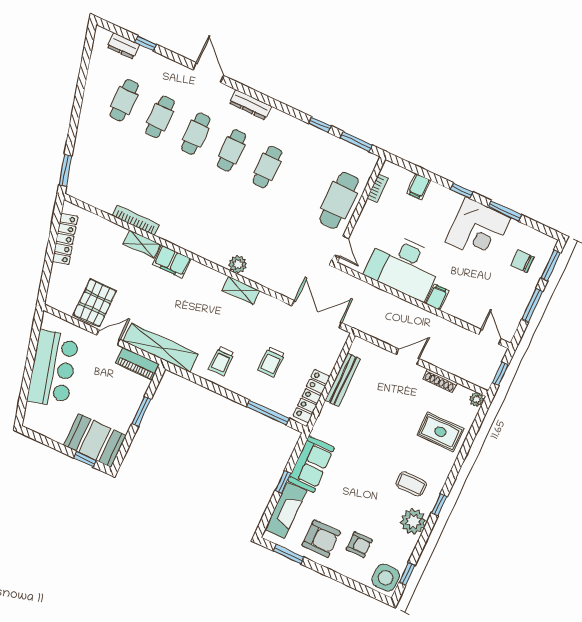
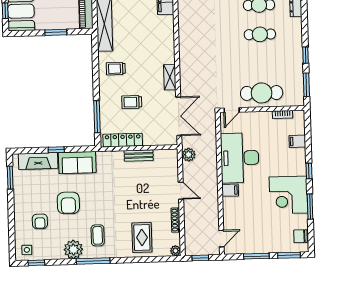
chair: (522, 261) -> (300, 236), moved, turned -90
plant: (238, 264) -> (189, 155), moved
shelving: (241, 290) -> (170, 77), moved
bench: (343, 380) -> (139, 155), width x0.73
window: (439, 505) -> (93, 261), width x2.17
armchair: (321, 539) -> (68, 203), moved
side table: (386, 578) -> (27, 250), width x0.54, depth x0.54

